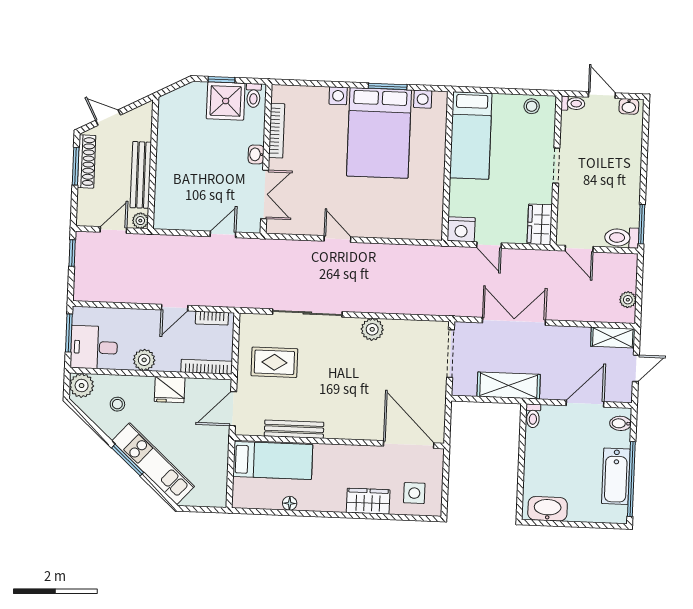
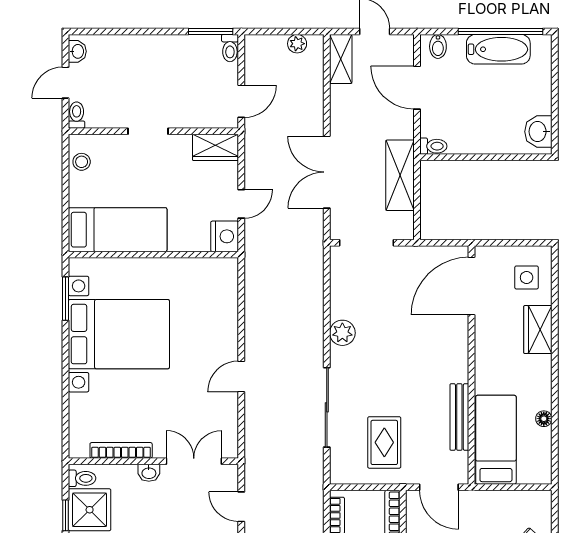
window: (388, 86) -> (66, 299), moved
toilet: (622, 238) -> (230, 48), width x0.73, depth x0.72
washbasin: (548, 509) -> (538, 132), width x0.72

